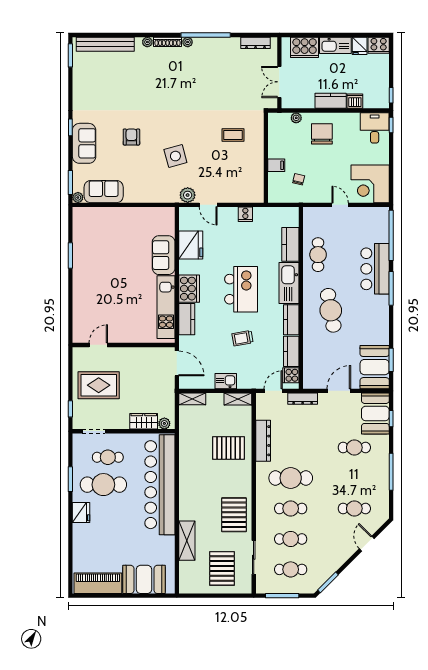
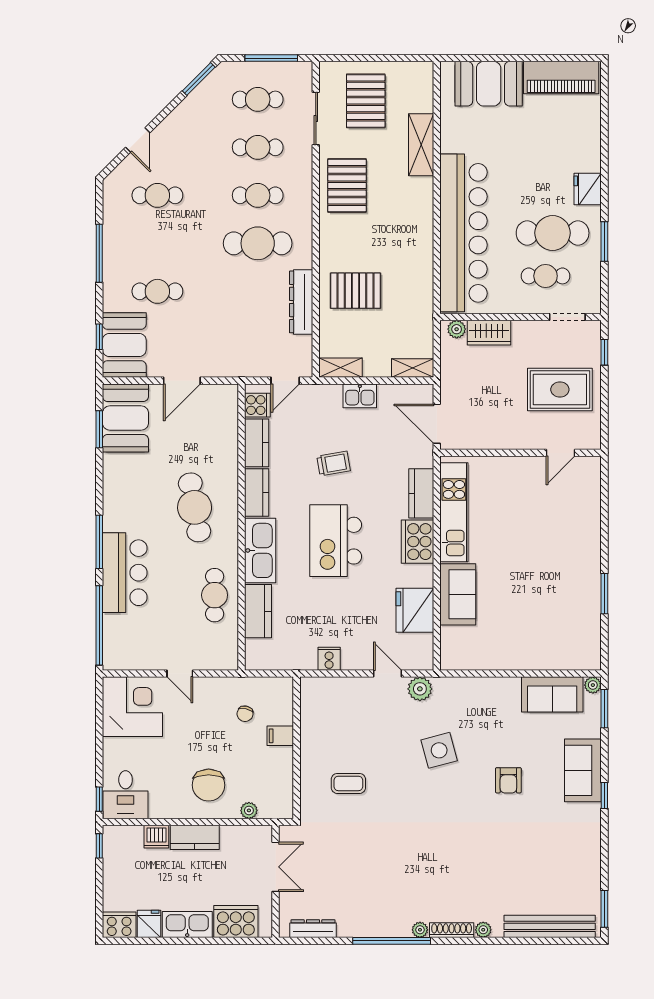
dresser: (303, 399) -> (239, 368), removed

